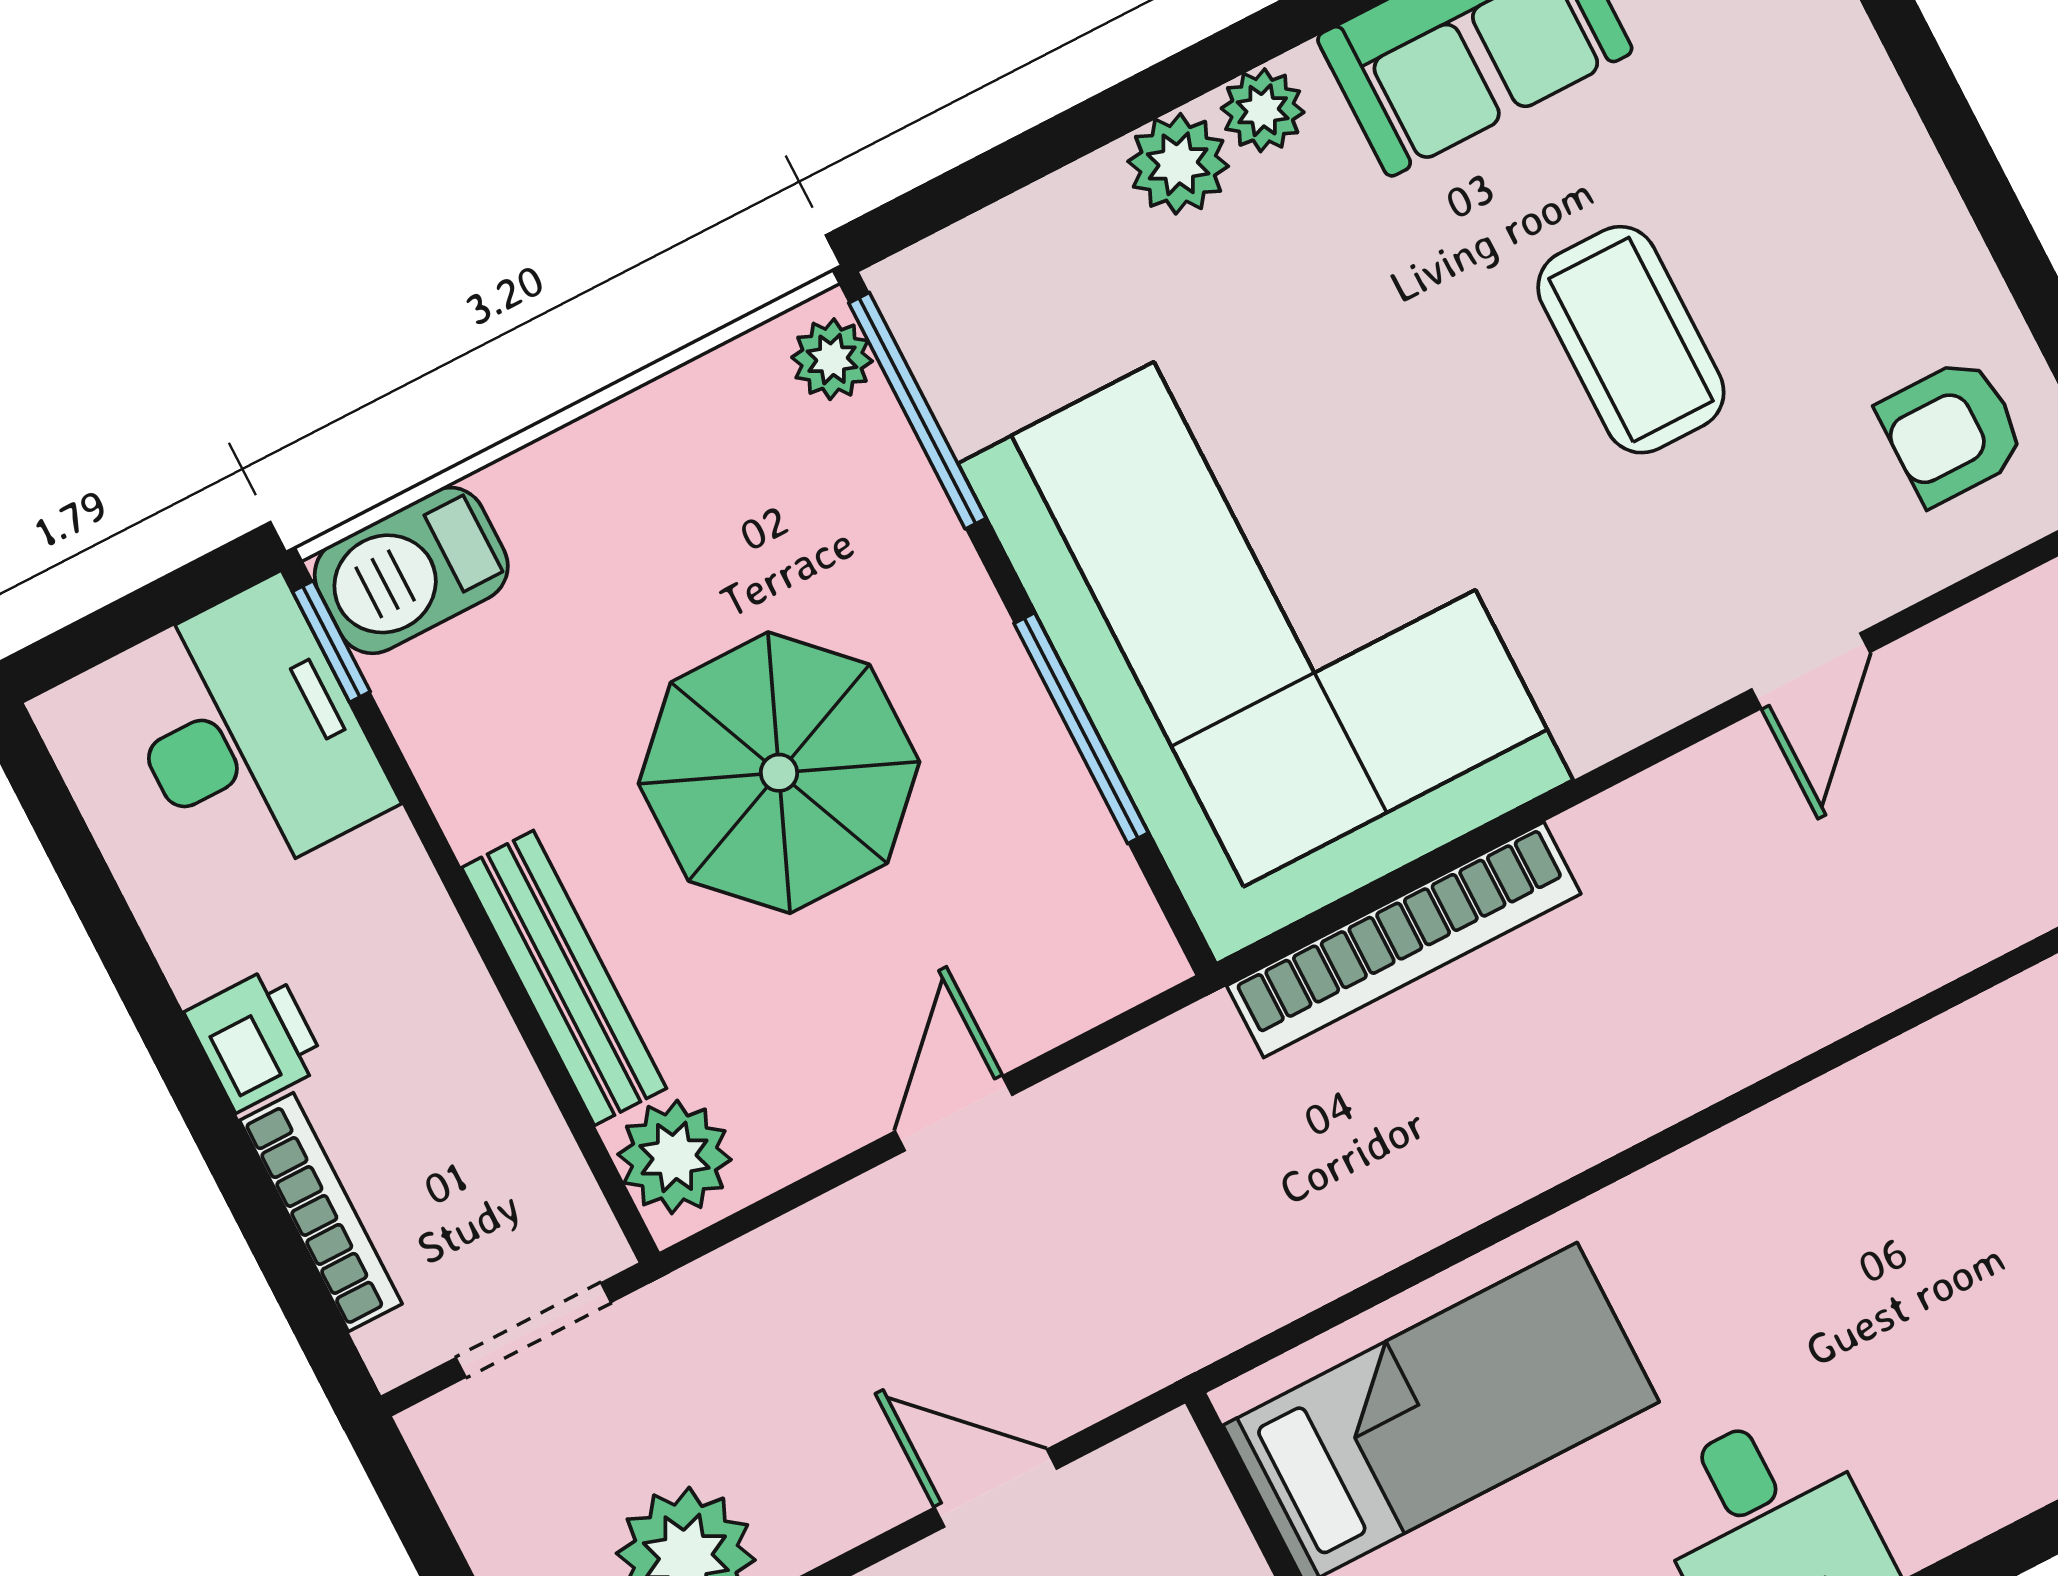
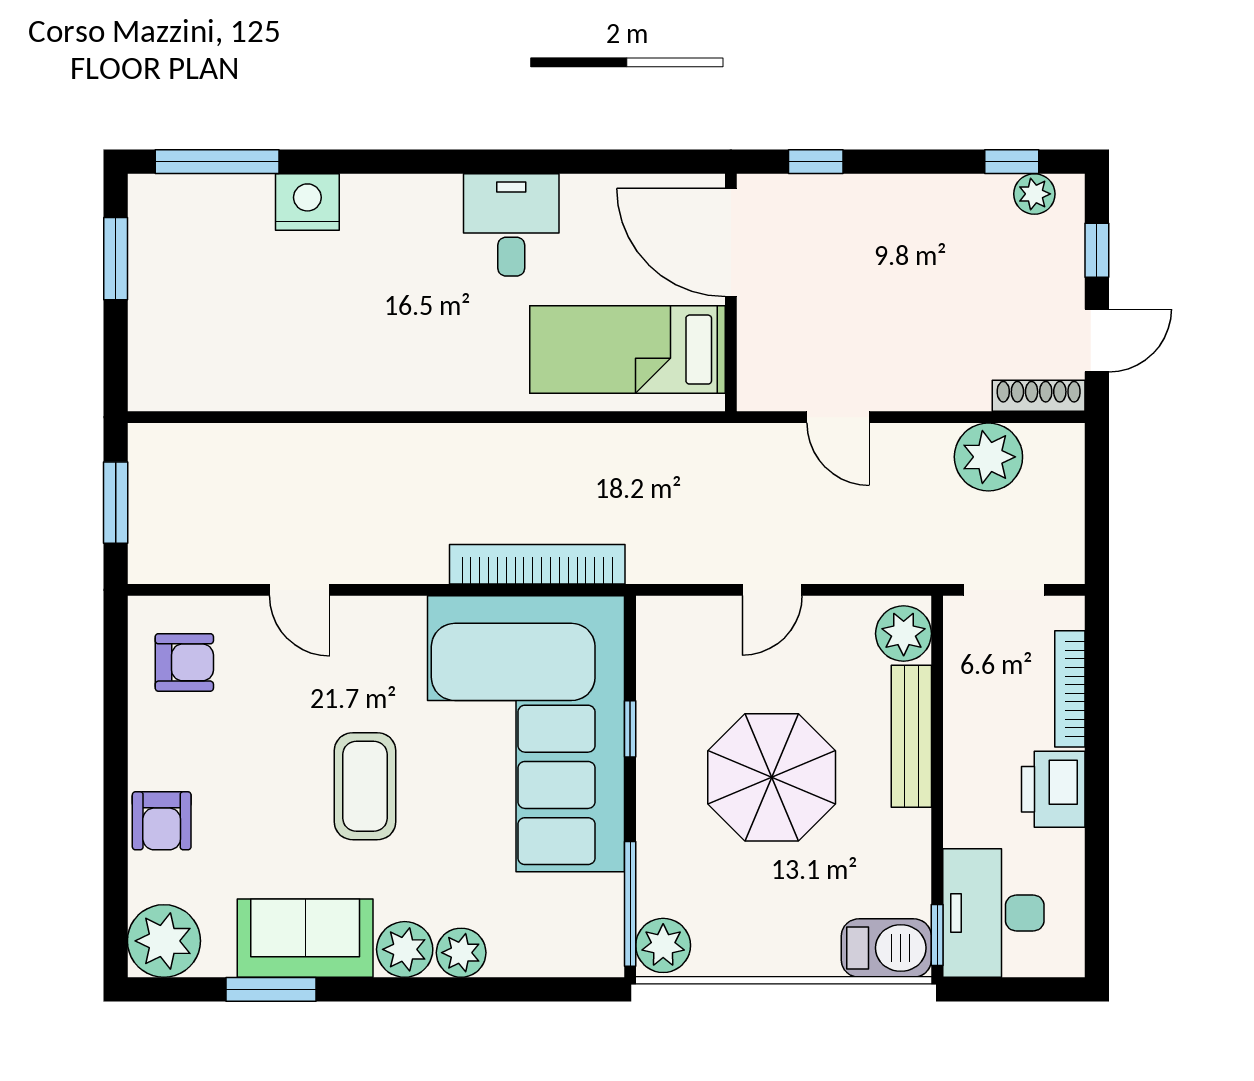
plant: (1263, 110) -> (405, 949), width x1.38, depth x1.38
armchair: (1845, 123) -> (162, 821), added
coffee table: (1631, 340) -> (365, 786), moved
plant: (832, 359) -> (663, 945), width x1.38, depth x1.38
door: (1811, 671) -> (300, 590), swing flipped
window: (1081, 728) -> (630, 729), width x0.46
printer: (256, 1039) -> (1053, 789), width x1.36, depth x1.24

